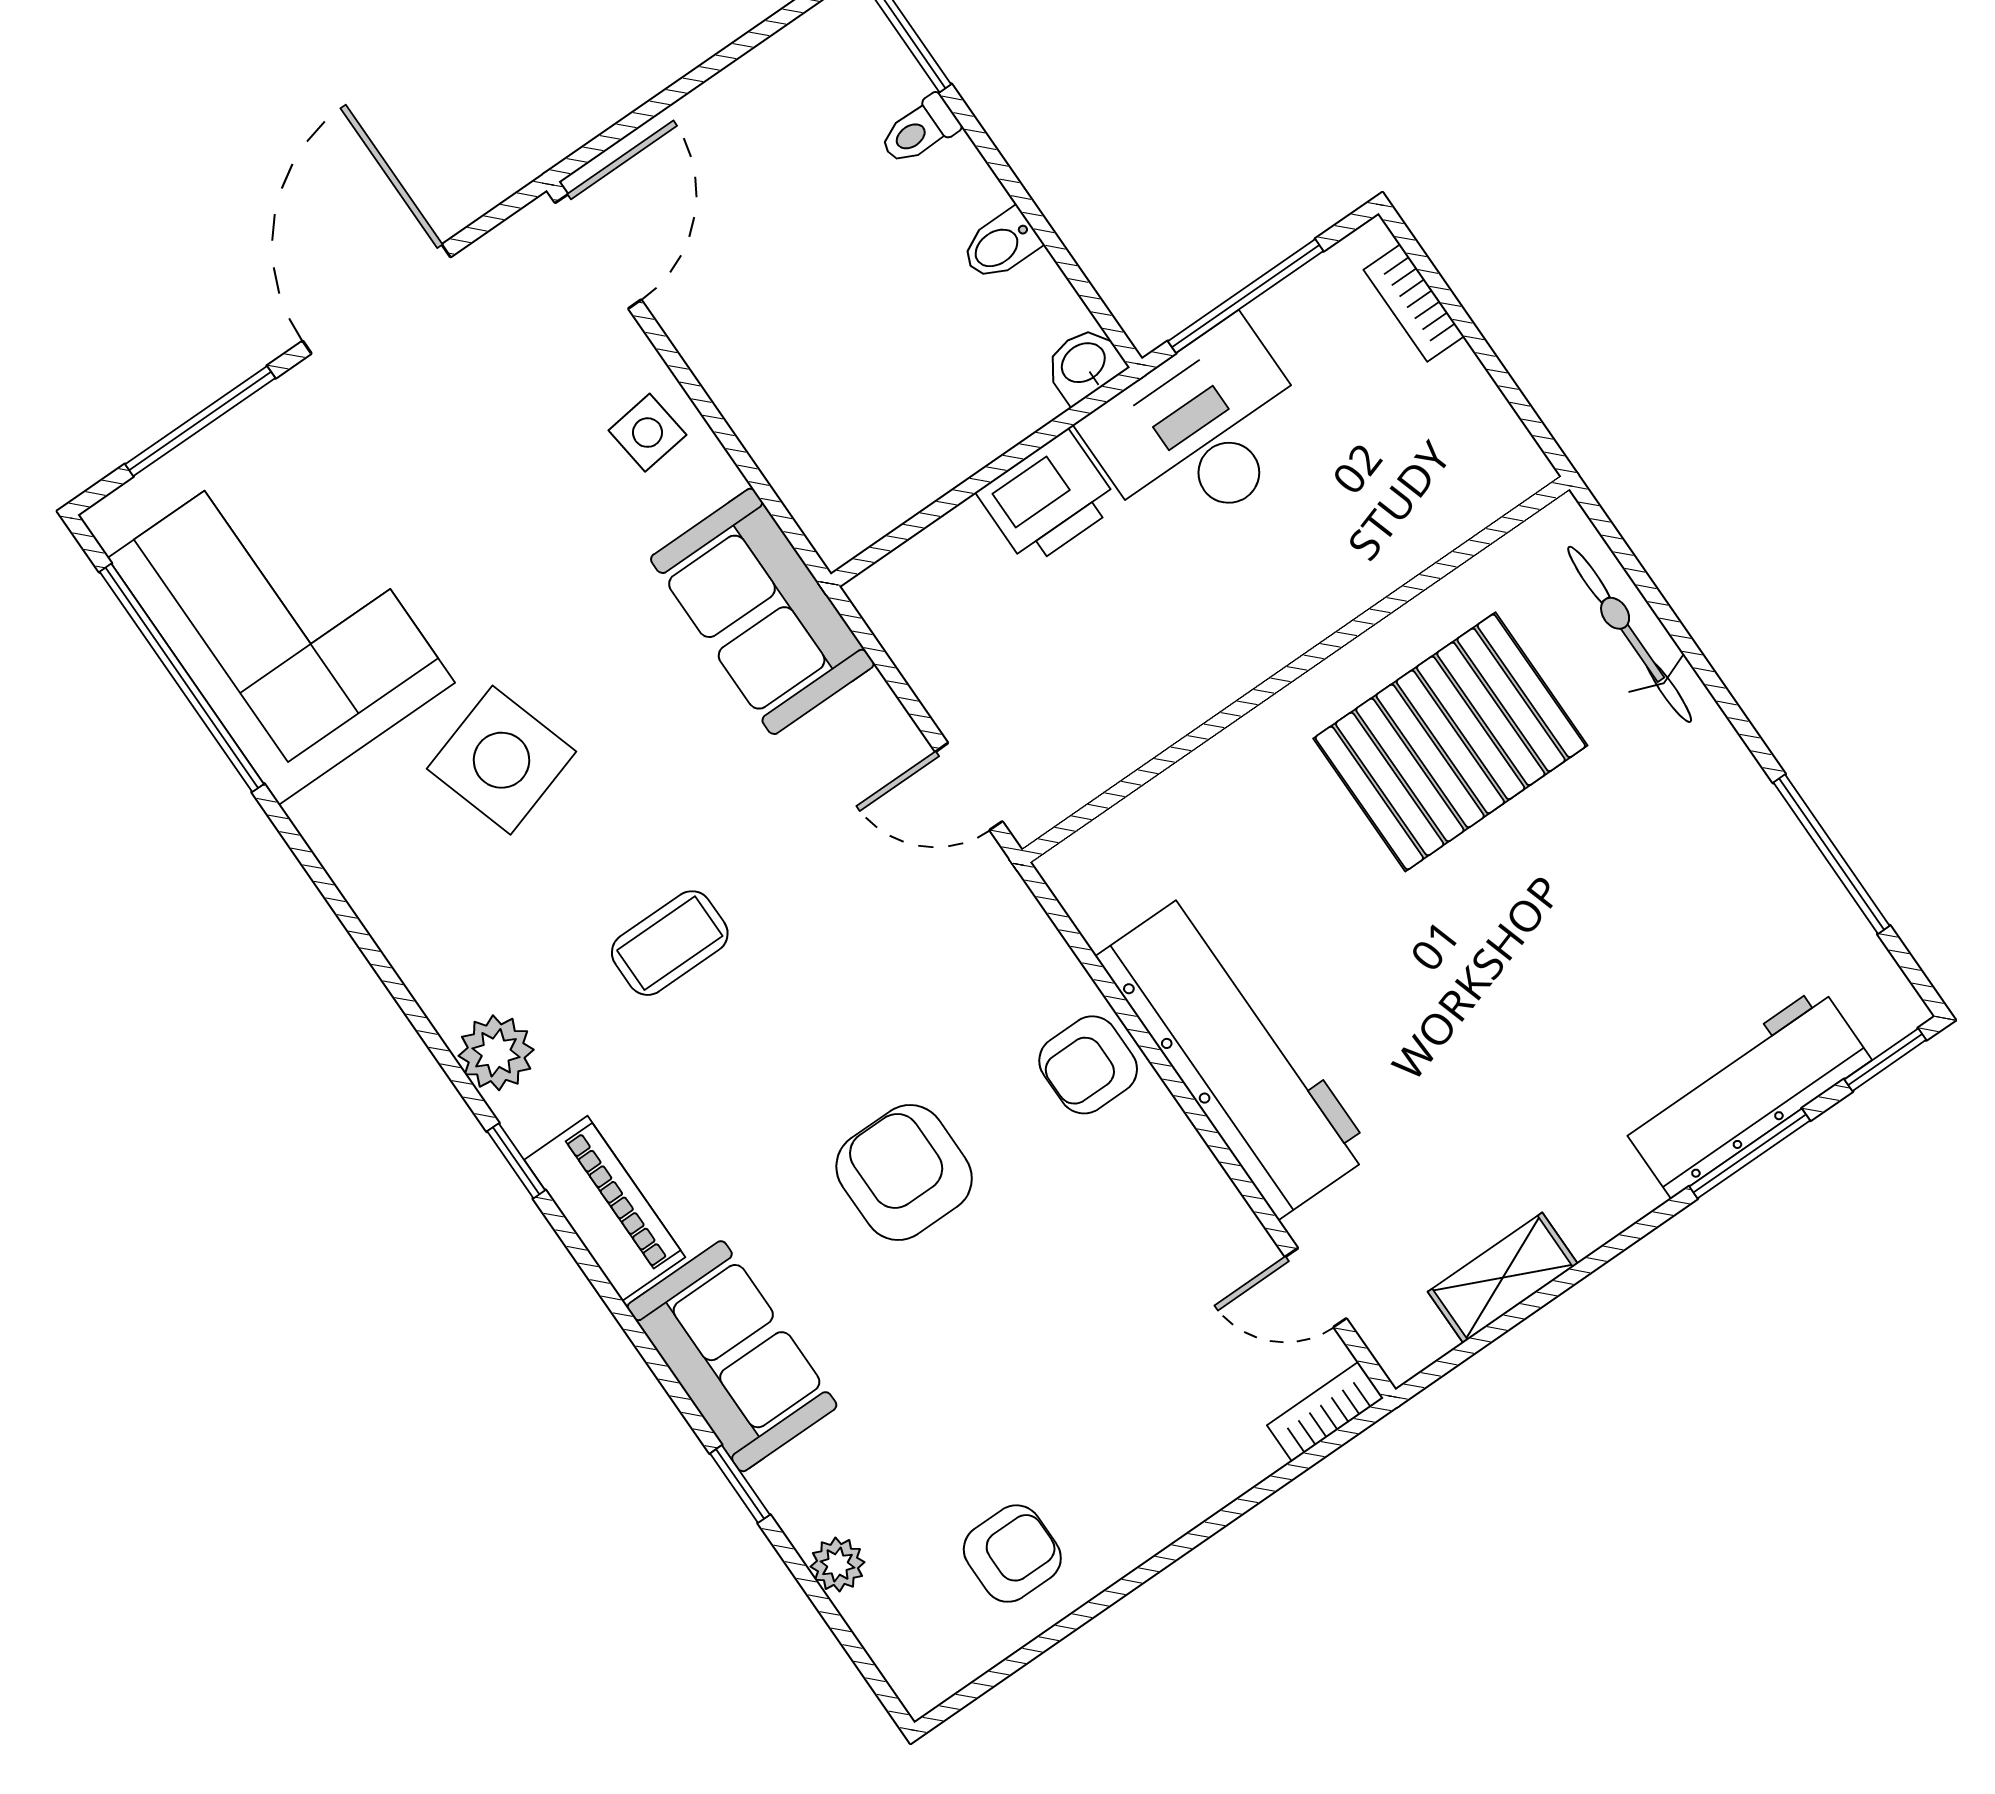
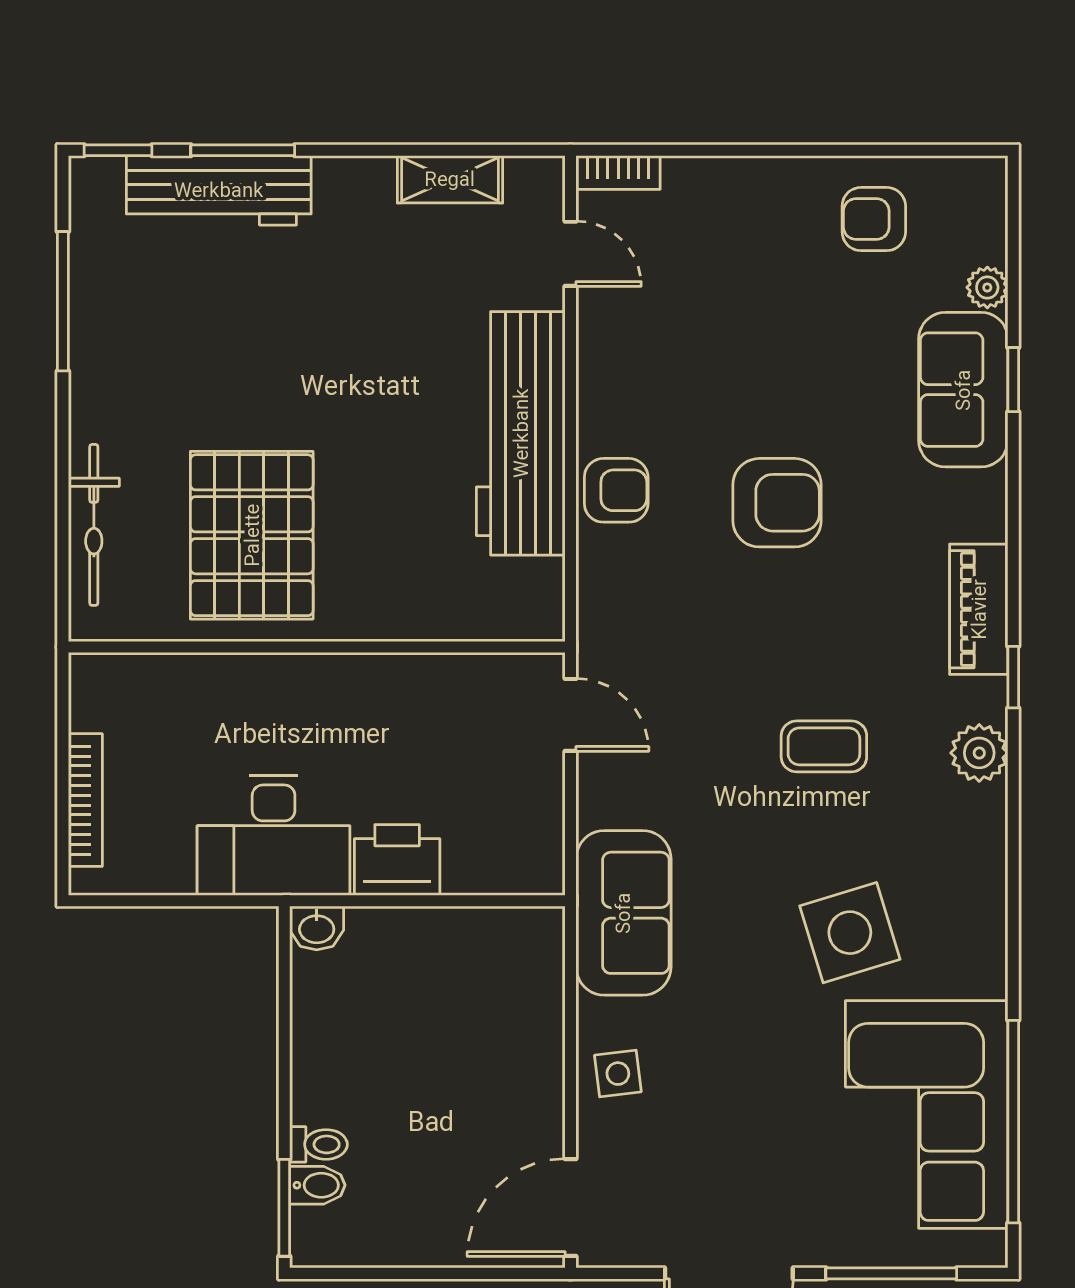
bidet: (1001, 245) -> (317, 1185), moved
window: (1246, 296) -> (187, 901), removed
bookcase: (1414, 303) -> (85, 800), width x1.56
pallet: (1450, 742) -> (252, 535), turned 90
armchair: (904, 1172) -> (777, 503), turned -90
sofa: (732, 1356) -> (963, 390), moved

